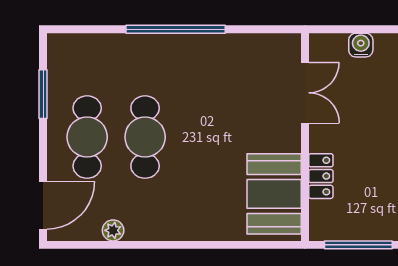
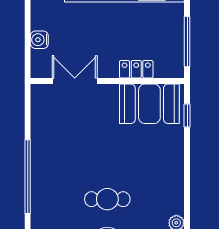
cafe table: (145, 137) -> (107, 199), width x0.73, depth x0.74
window: (258, 245) -> (187, 116), added

